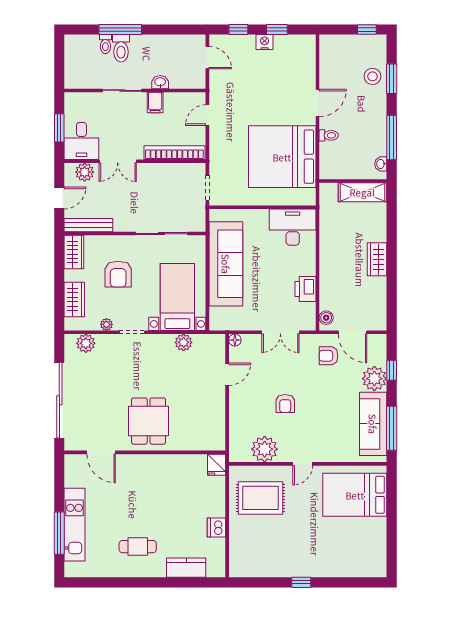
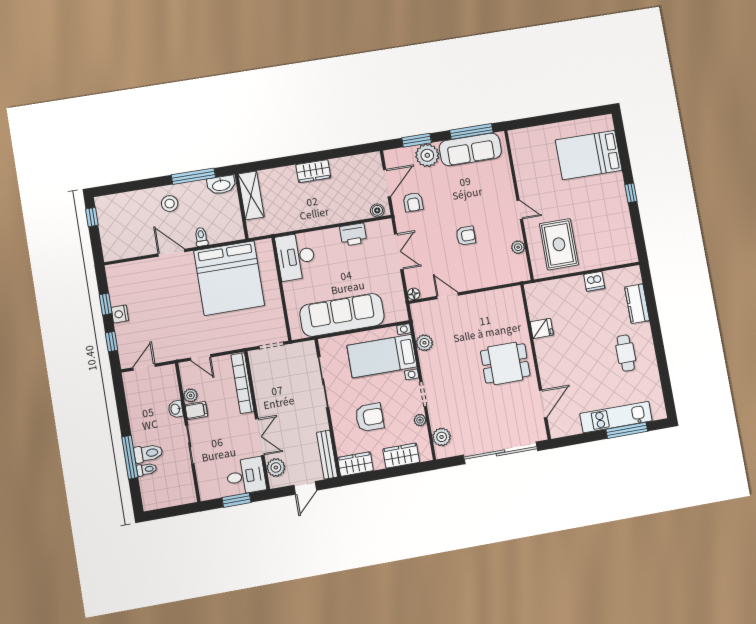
stool: (372, 76) -> (170, 204), moved
window: (392, 79) -> (136, 185), removed
plant: (171, 99) -> (190, 395), added
washbasin: (381, 164) -> (221, 185), width x1.91, depth x1.45
door: (59, 198) -> (305, 488), swing flipped
window: (392, 370) -> (417, 140), width x1.50
plant: (265, 449) -> (518, 247), width x0.53, depth x0.53
fridge: (216, 465) -> (542, 328), moved
bed: (355, 495) -> (589, 155), moved, turned 90

